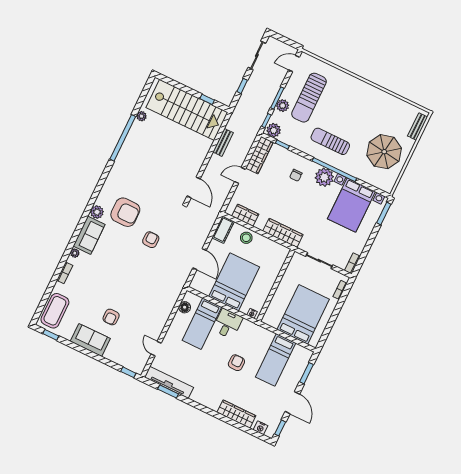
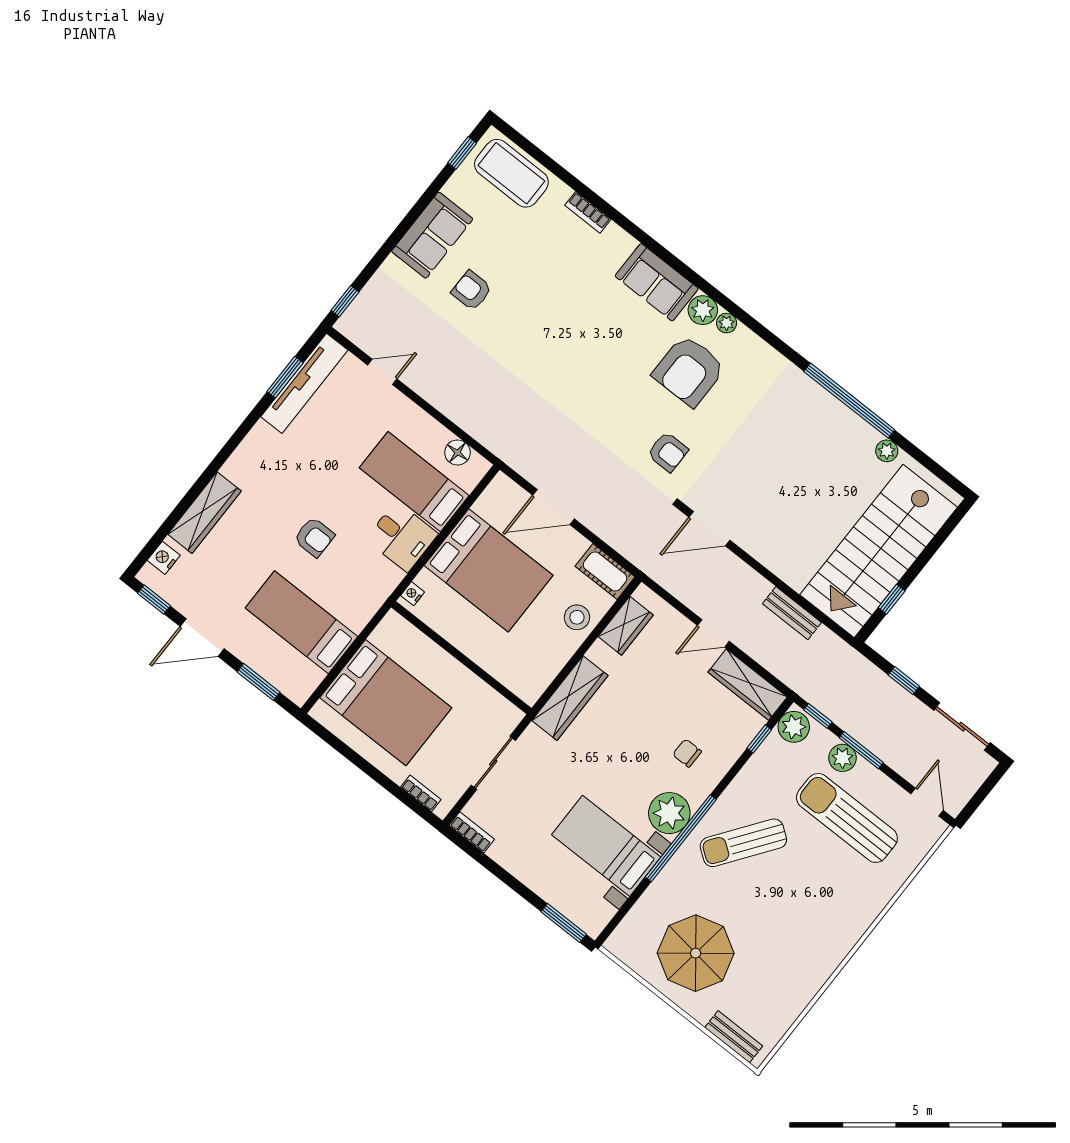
sun lounger: (330, 141) -> (743, 843), turned -144
door: (240, 175) -> (713, 633), swing flipped
bed with nightstands: (351, 205) -> (606, 846), width x0.73
armchair: (151, 240) -> (668, 452), moved
plant: (75, 253) -> (727, 323), moved

